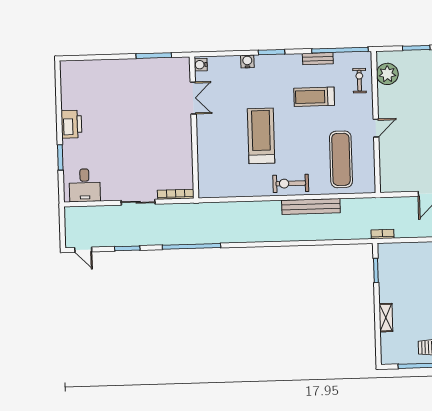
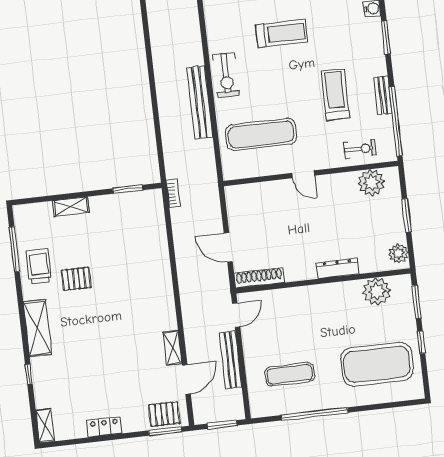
treadmill: (261, 136) -> (281, 33), width x0.73, depth x0.73
exercise bike: (291, 183) -> (226, 75), turned 180

